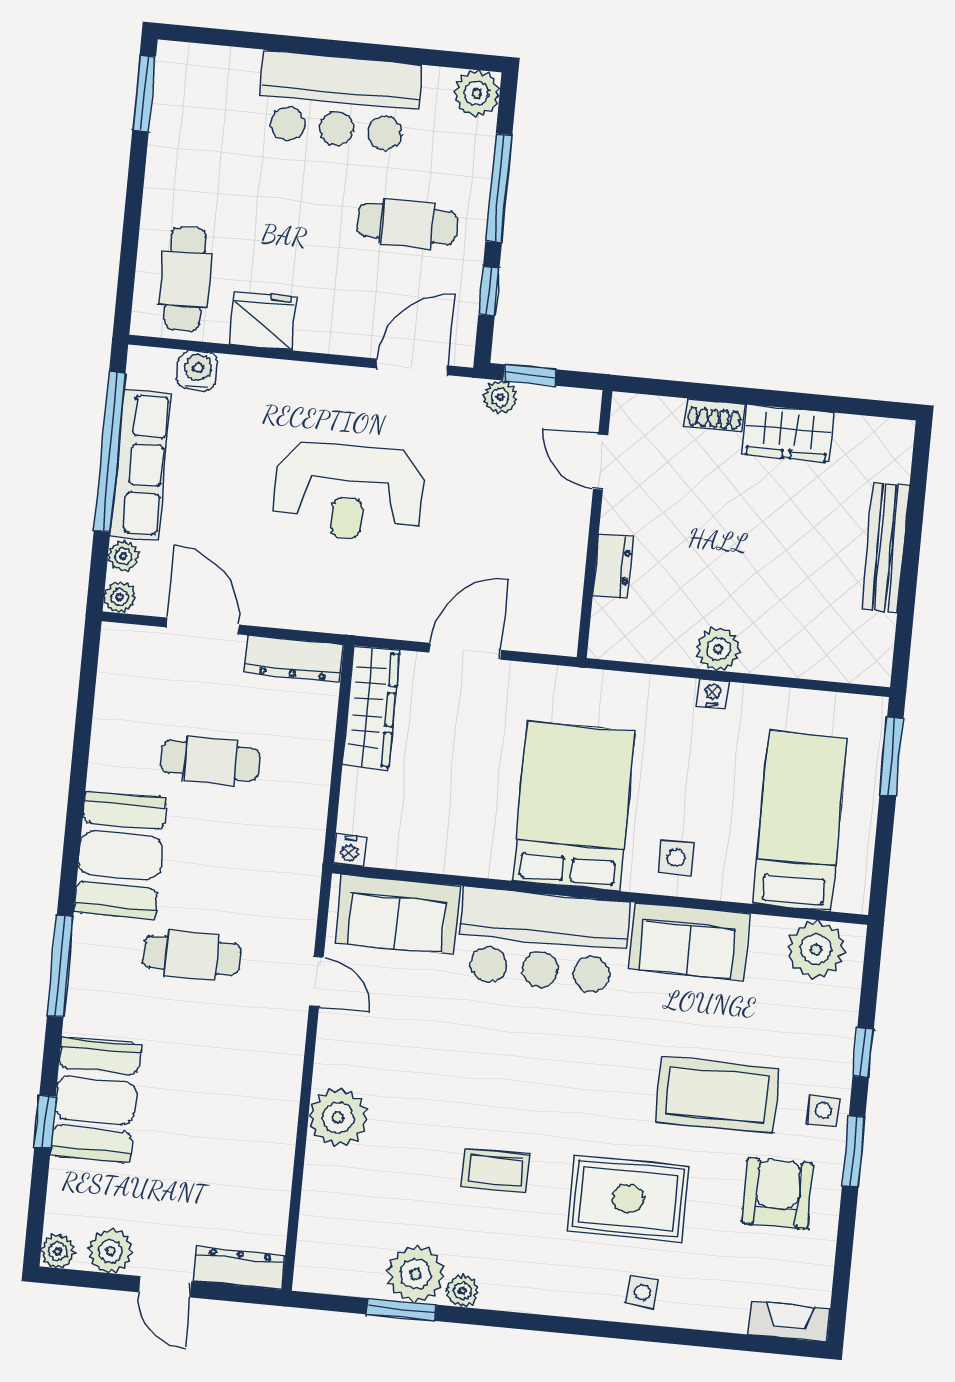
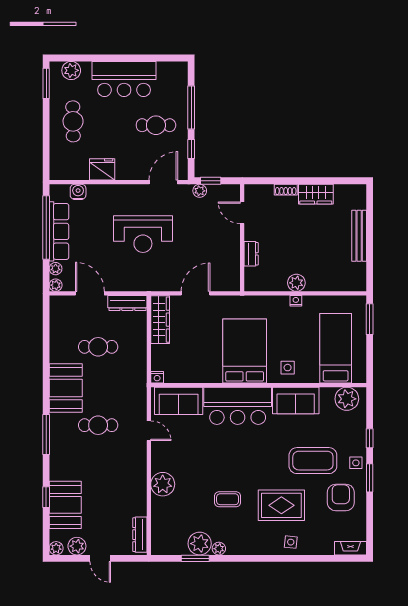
plant: (477, 93) -> (71, 70), moved
cafe table: (185, 279) -> (73, 121), moved
booth: (95, 1100) -> (65, 505), moved
dresser: (239, 1268) -> (140, 535), moved, turned -90

